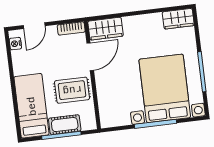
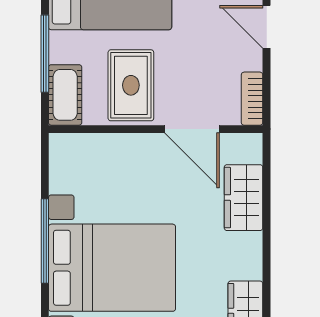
wardrobe: (106, 29) -> (244, 198), moved
cot: (65, 125) -> (65, 95), moved

